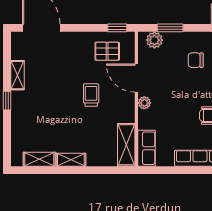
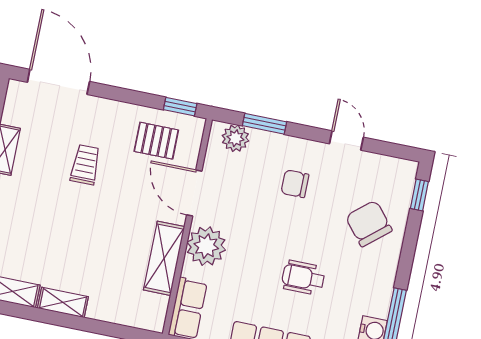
trolley: (91, 95) -> (85, 165), moved
plant: (144, 103) -> (206, 246), width x1.87, depth x1.87
shelving: (126, 145) -> (164, 258), moved

